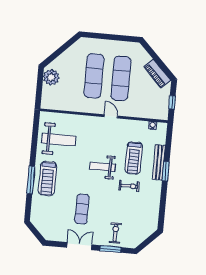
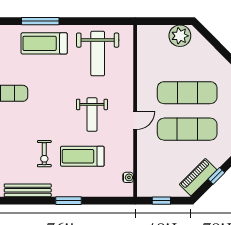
window: (158, 60) -> (216, 176), added
bench: (159, 162) -> (28, 190), moved
weight bench: (103, 167) -> (92, 115), moved, turned 180

